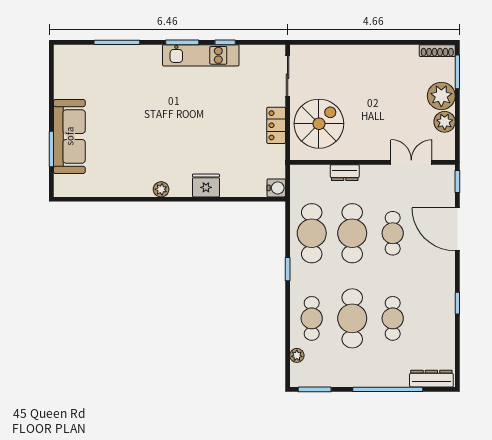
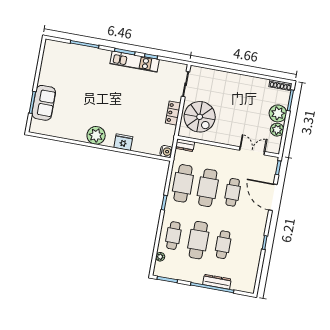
spiral stairs: (319, 124) -> (200, 117), turned 90
sofa: (69, 136) -> (44, 103), width x0.73
dresser: (345, 173) -> (185, 145), moved
plant: (161, 189) -> (96, 135), width x1.88, depth x1.88
dresser: (431, 379) -> (217, 282), moved

